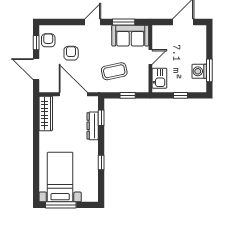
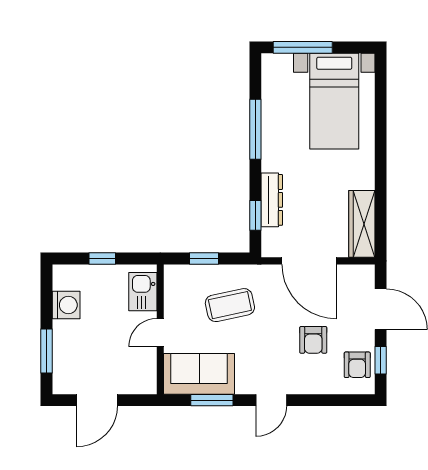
window: (209, 70) -> (47, 351), moved
window: (101, 163) -> (255, 129), width x2.17
window: (61, 205) -> (303, 47), moved

